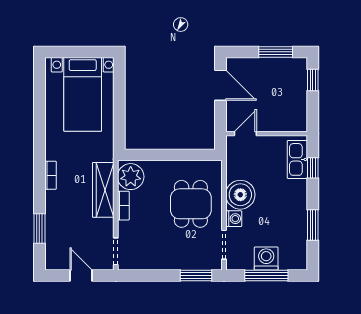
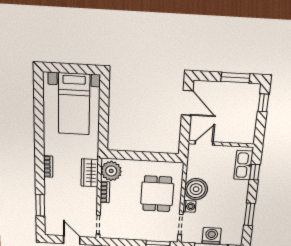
wardrobe: (103, 190) -> (90, 173), width x0.67

